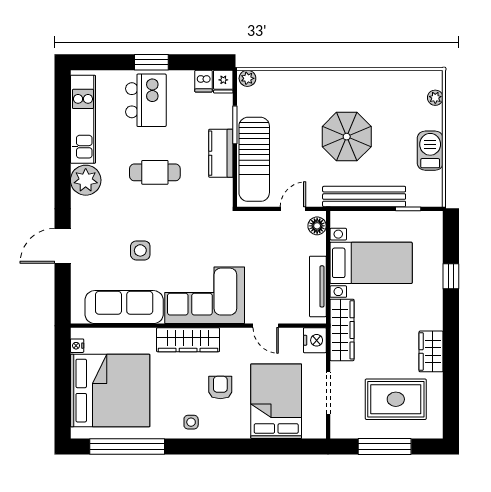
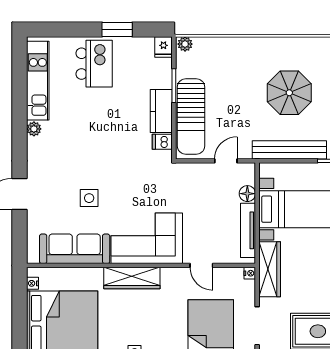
window: (151, 62) -> (117, 30), moved
dishwasher: (204, 81) -> (162, 142), moved, turned 90
parasol: (347, 137) -> (289, 93), moved
cafe table: (155, 172) -> (102, 128), removed
plant: (86, 180) -> (34, 129), width x0.53, depth x0.53
floor lamp: (317, 226) -> (247, 194), moved
nightstand: (315, 340) -> (250, 273), width x0.53, depth x0.56
armchair: (220, 387) -> (161, 321), removed

